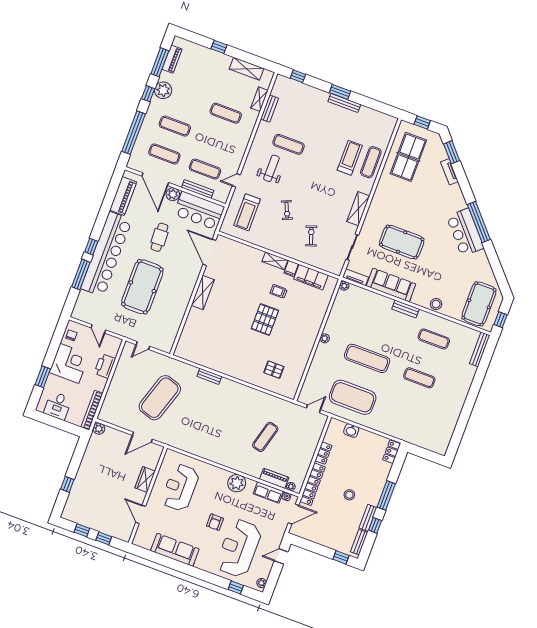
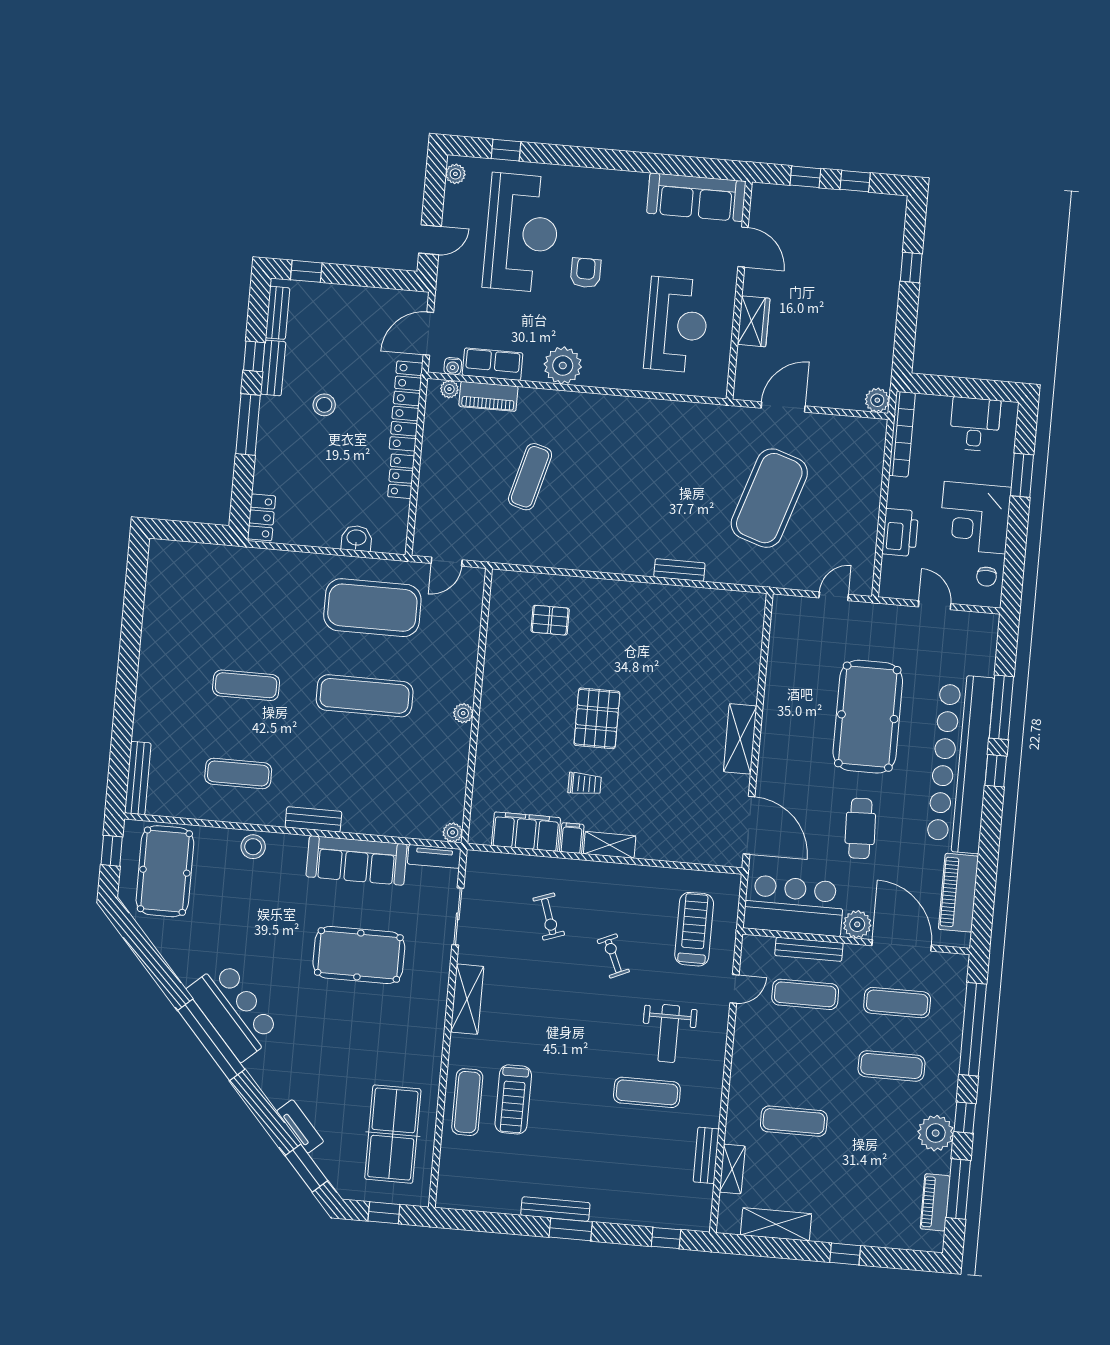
sofa: (175, 550) -> (696, 197), moved

